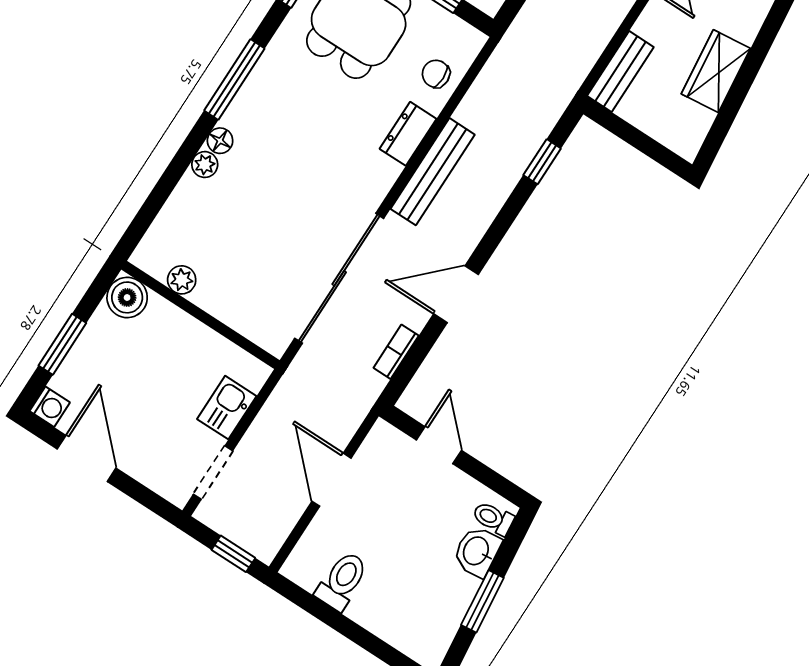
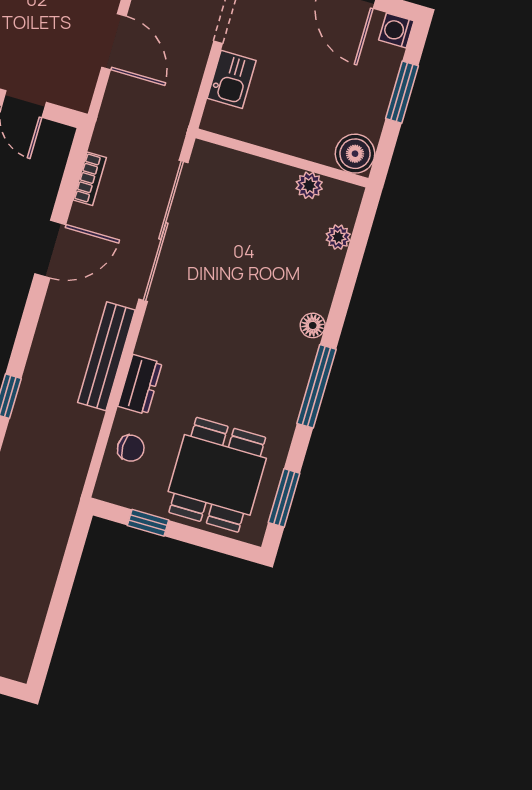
plant: (205, 165) -> (338, 237), moved

